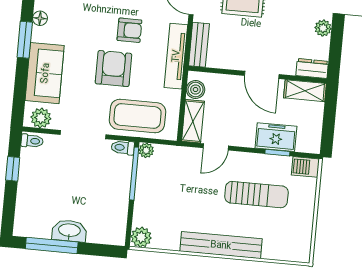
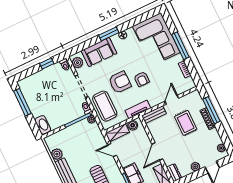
tv unit: (176, 56) -> (138, 109), width x0.71
washbasin: (69, 231) -> (43, 125), moved
plant: (141, 237) -> (57, 154), moved

